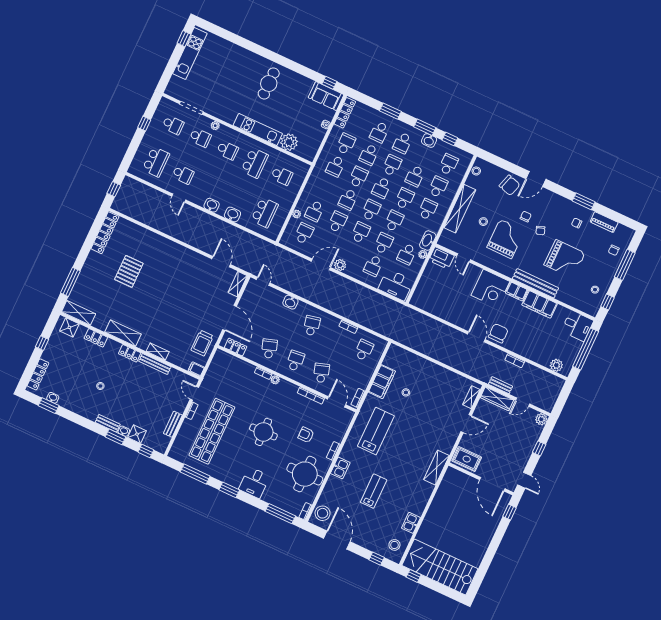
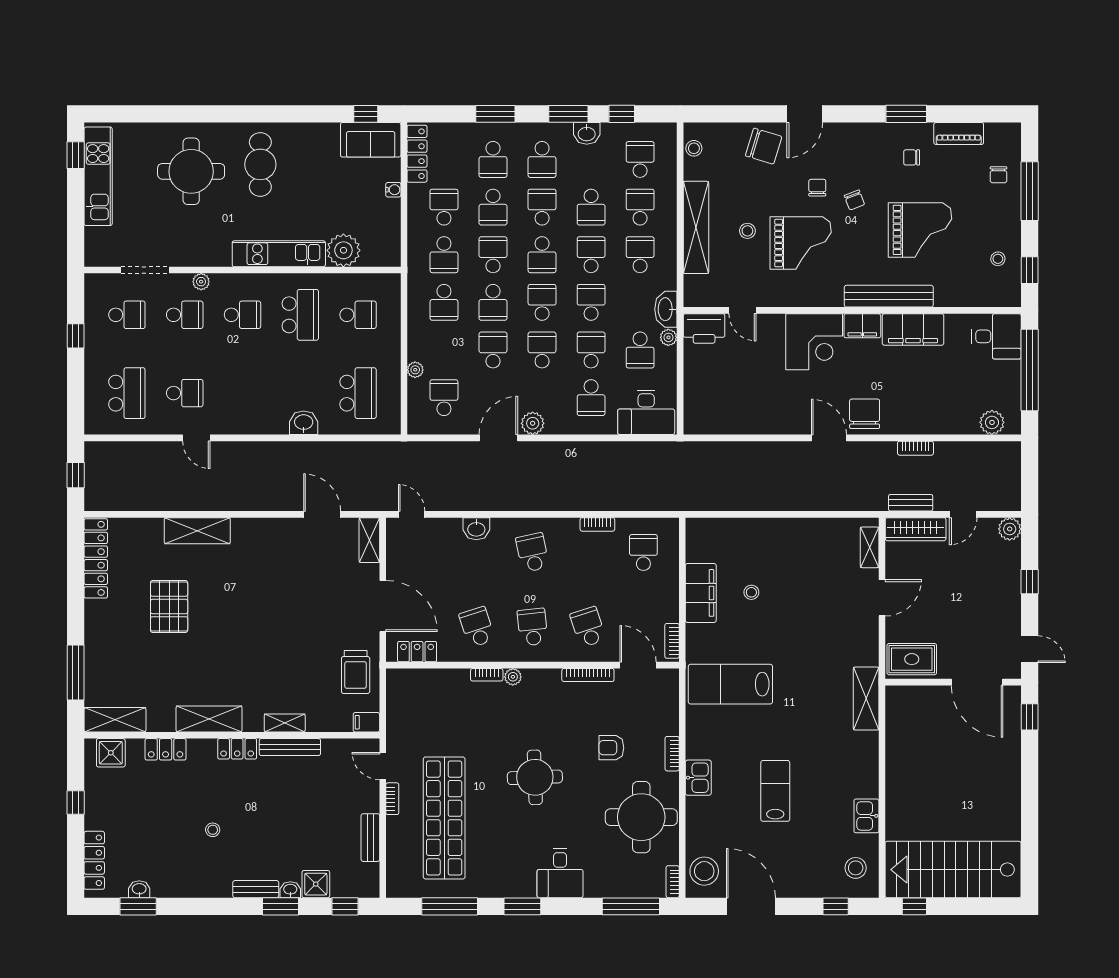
round table: (235, 72) -> (191, 171), added
washbasin: (212, 205) -> (260, 424), removed
school desk: (314, 211) -> (444, 302), moved
grand piano: (506, 239) -> (801, 243), turned 90
shelving: (159, 242) -> (197, 531), added
lab bench: (376, 431) -> (730, 684), turned -90

